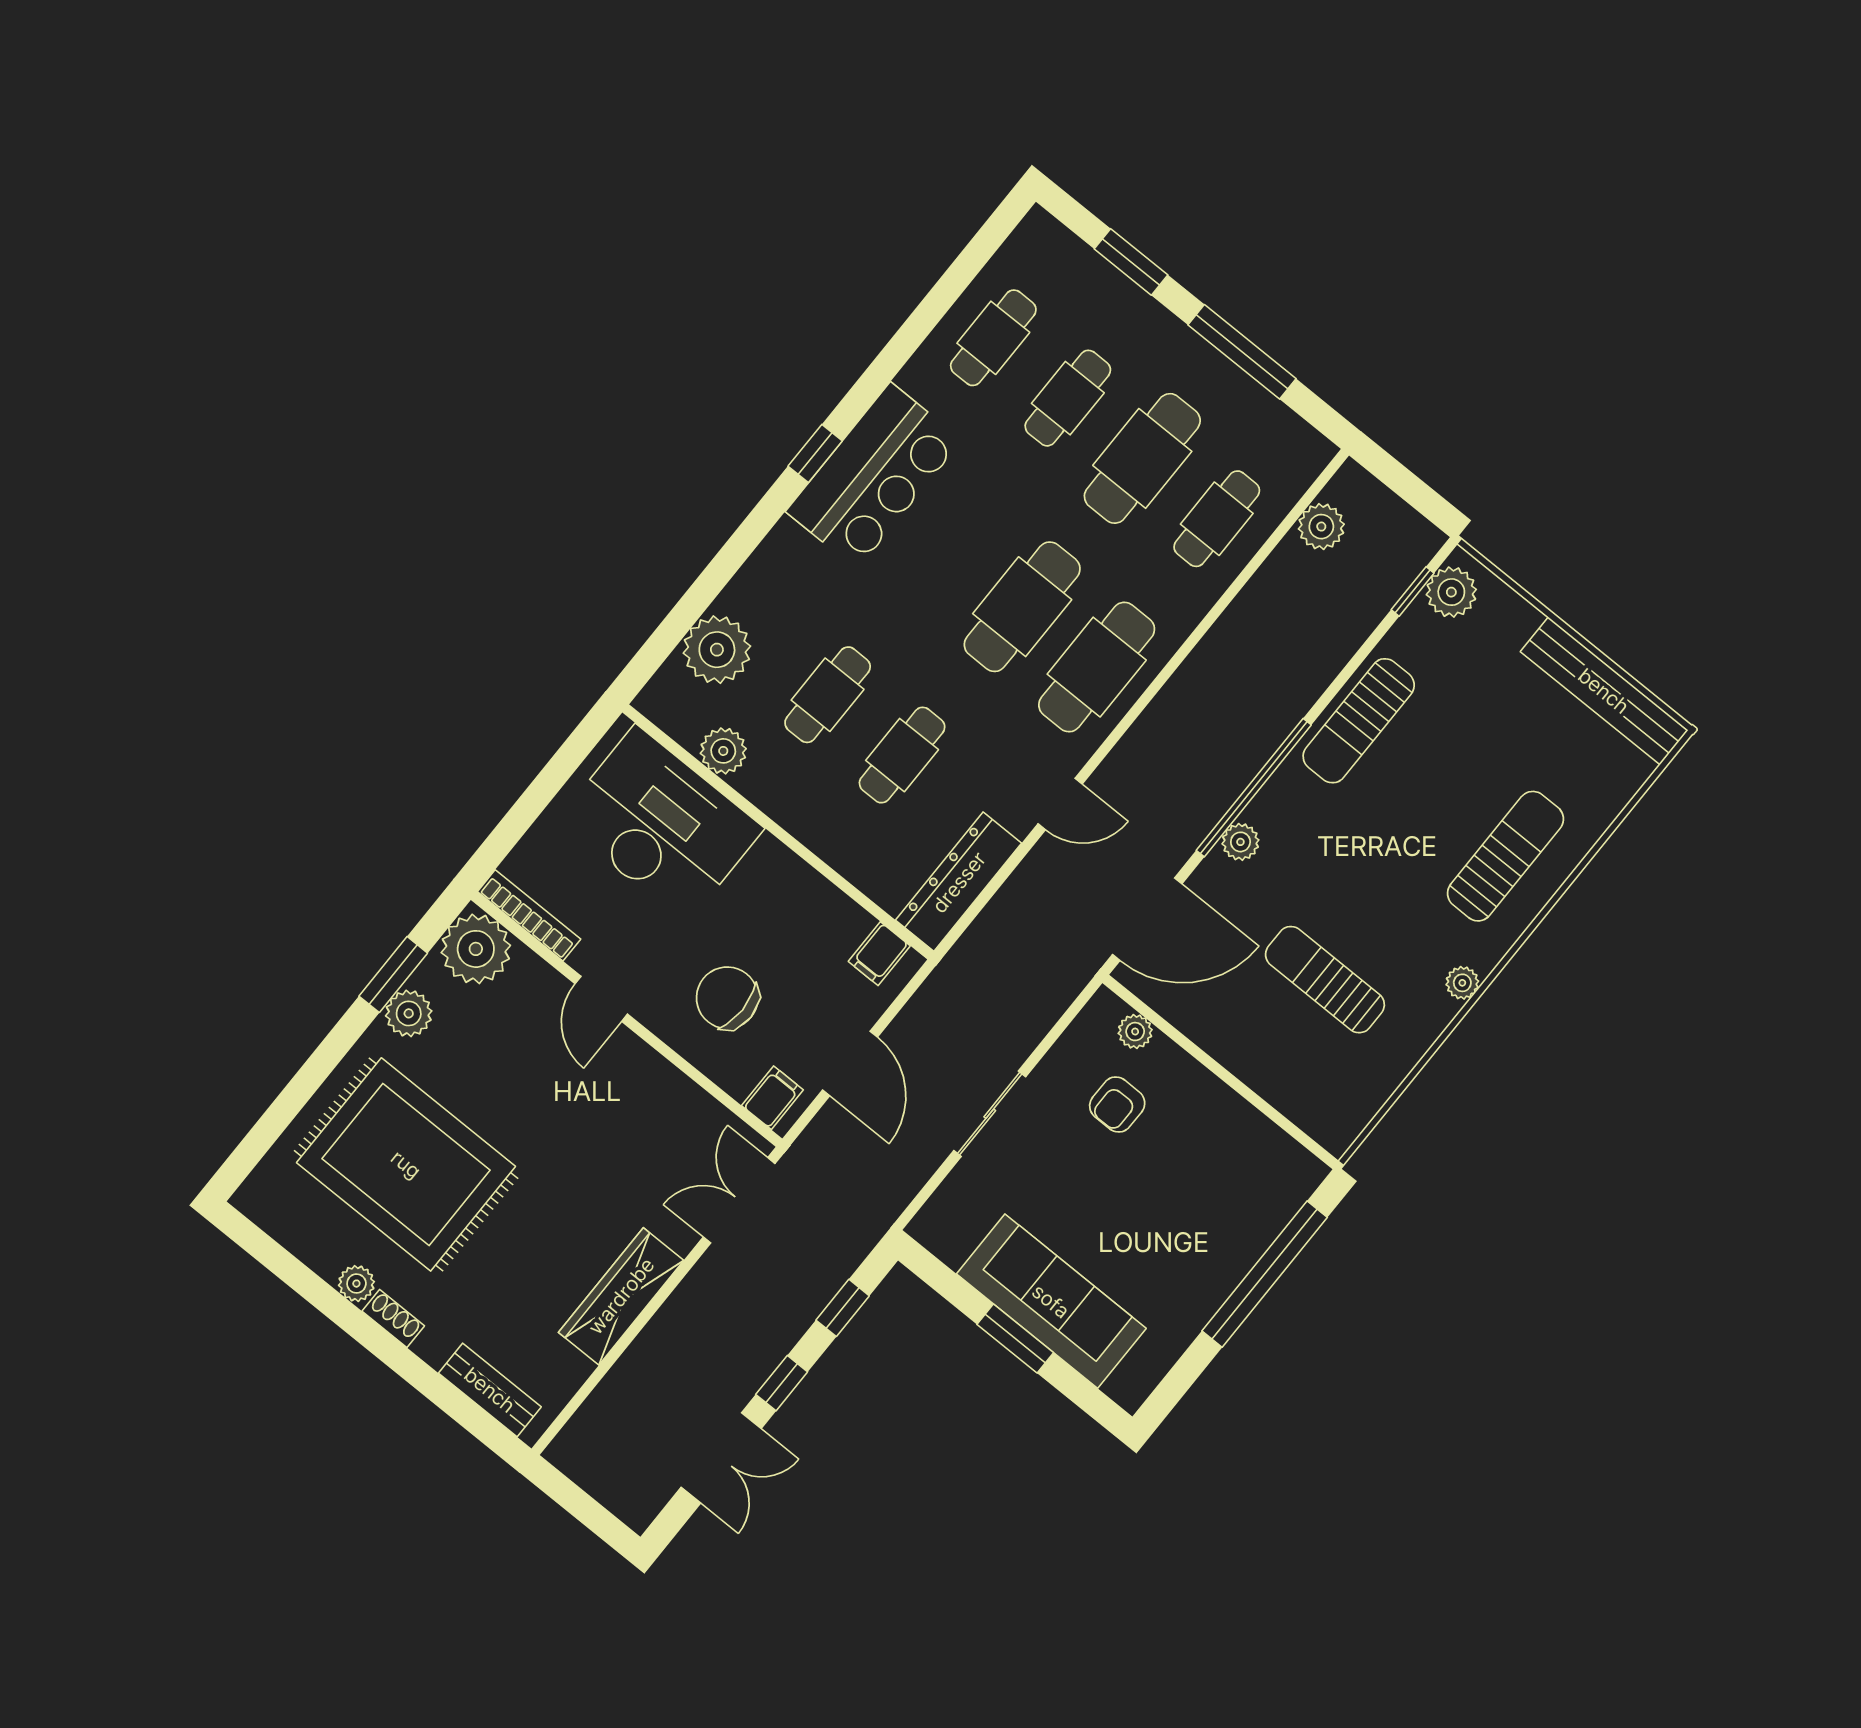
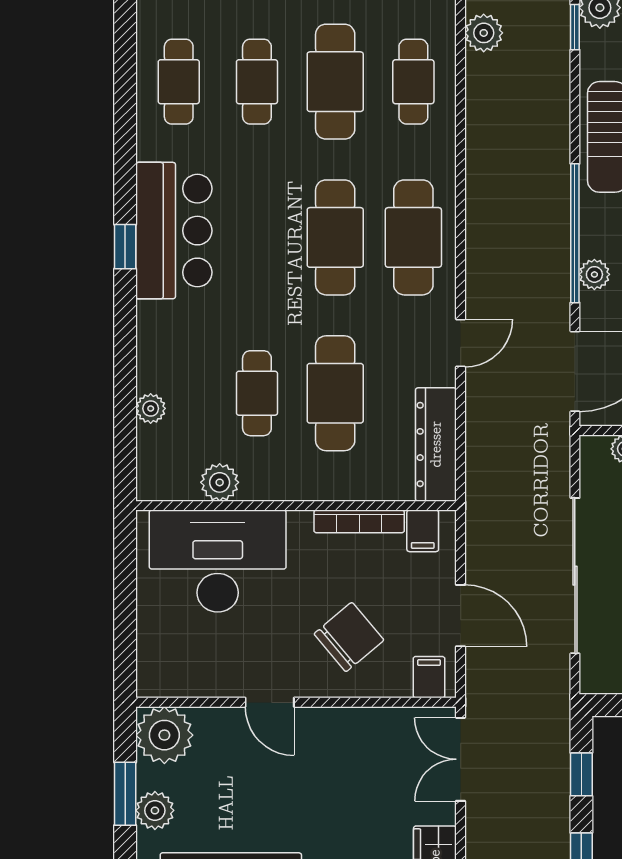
plant: (717, 650) -> (151, 408), width x0.53, depth x0.53
cafe table: (902, 755) -> (335, 393), width x1.37, depth x1.35
bookcase: (529, 915) -> (359, 521), moved, turned 180
chair: (727, 998) -> (349, 637), turned 140
sliding door: (990, 1114) -> (575, 576), width x1.86

